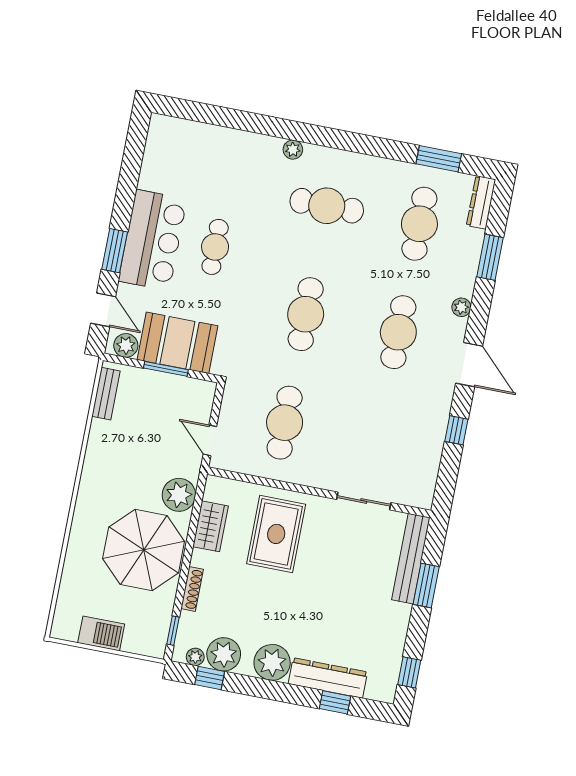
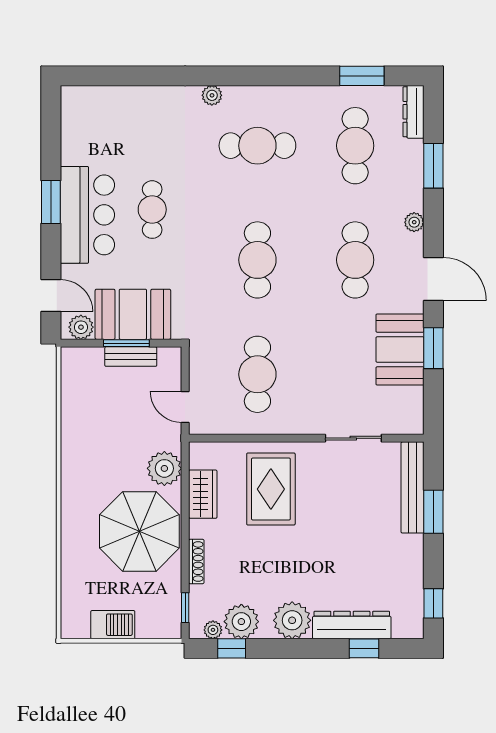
window: (115, 251) -> (51, 202), moved
bench: (106, 394) -> (131, 357), moved, turned 90
booth: (424, 425) -> (400, 349), added
window: (456, 430) -> (433, 348), width x1.50

